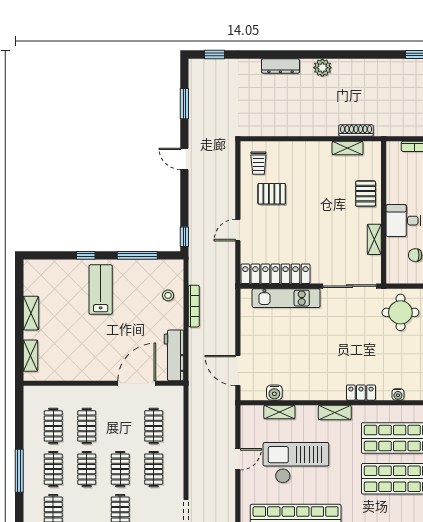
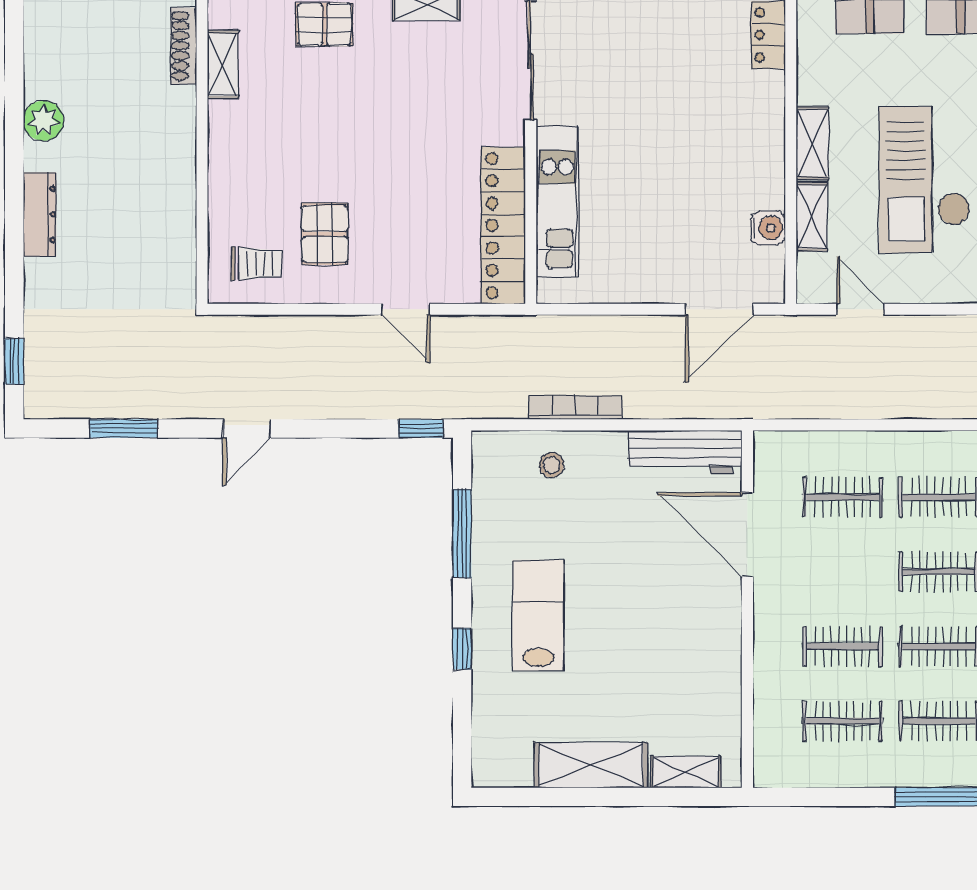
lab bench: (101, 290) -> (538, 615), turned 90
shelving: (31, 313) -> (591, 765), width x1.50, depth x1.33
shelving: (335, 412) -> (812, 143), moved
door: (238, 459) -> (860, 309), moved

